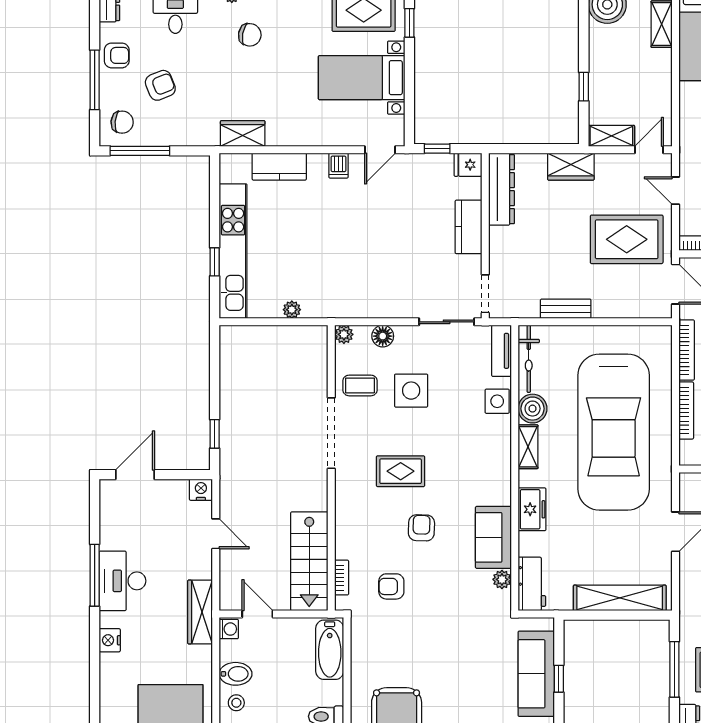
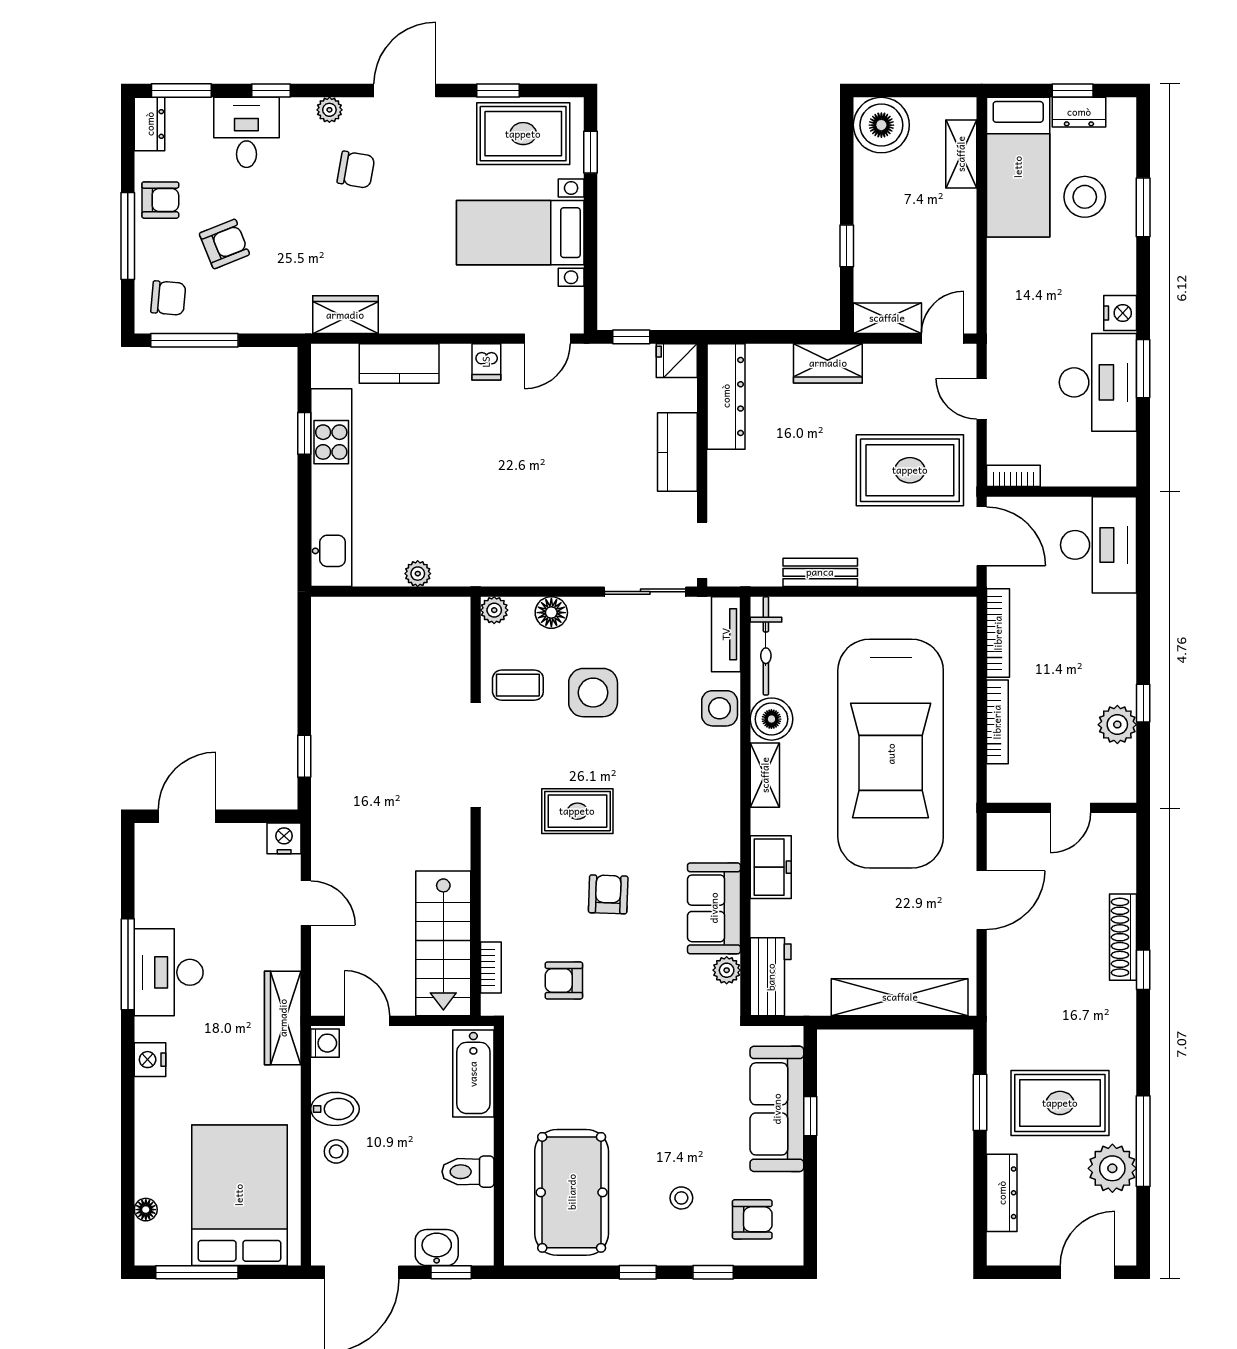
window: (215, 262) -> (304, 433), moved
window: (674, 669) -> (980, 1102), width x0.69

